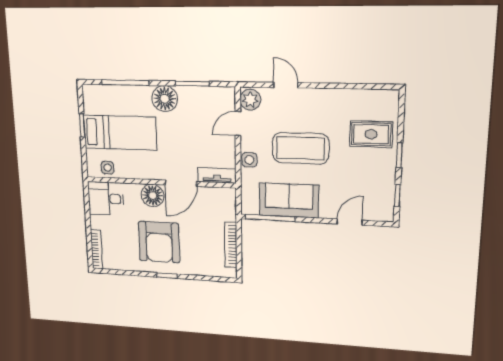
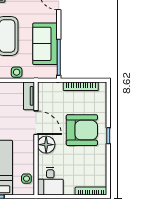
armchair: (159, 242) -> (82, 130), moved

